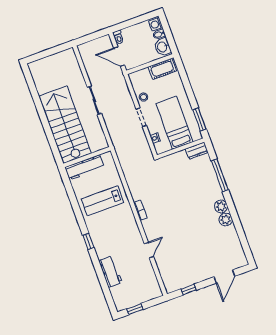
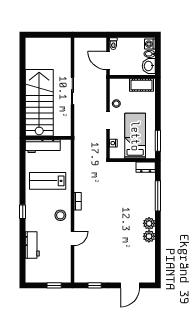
stool: (128, 231) -> (60, 215), added
window: (135, 309) -> (54, 285), moved

